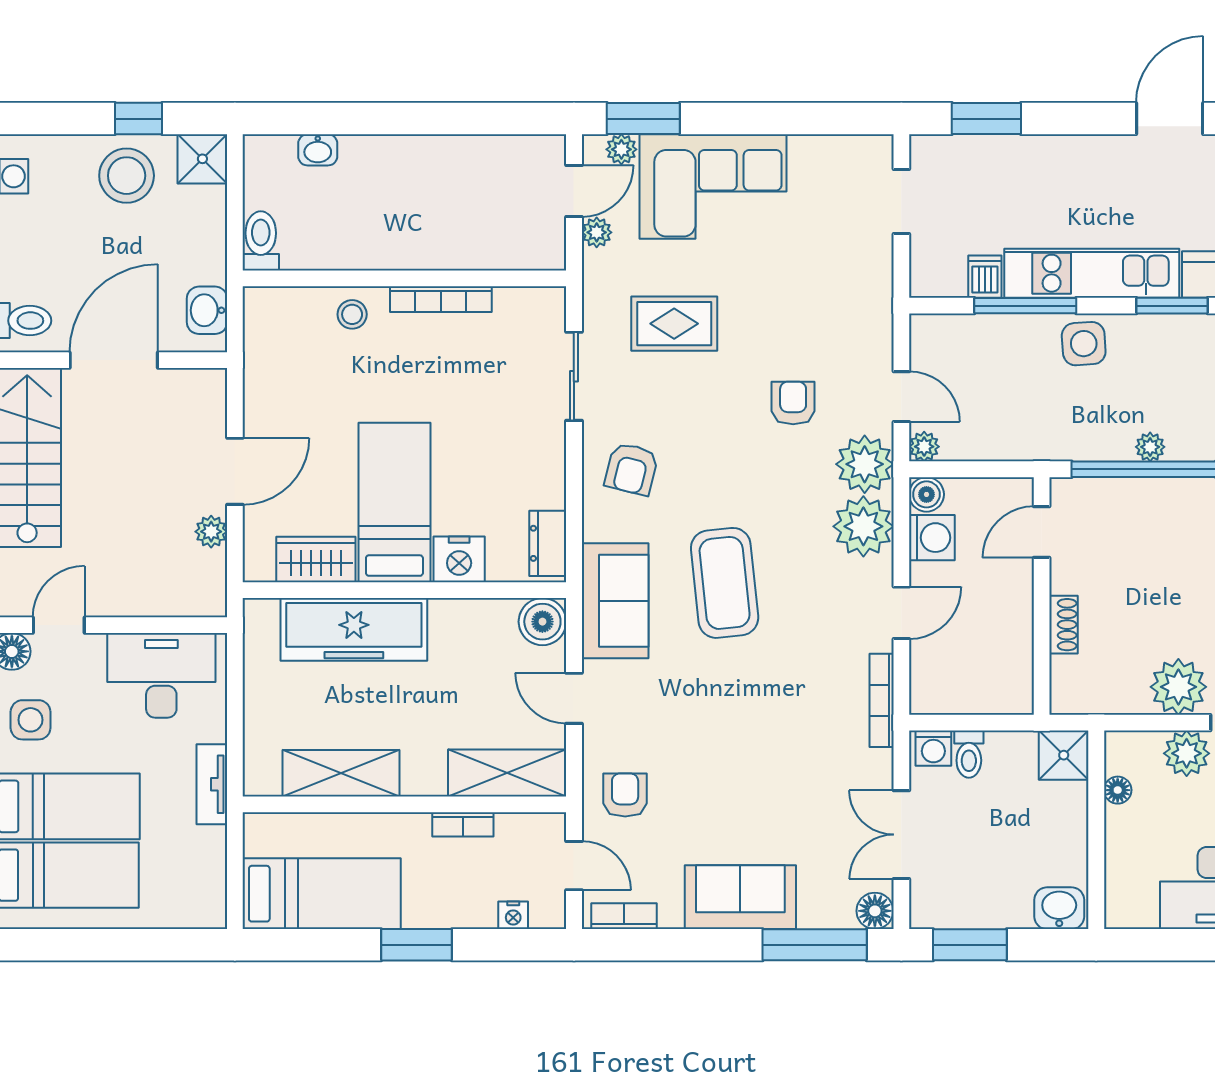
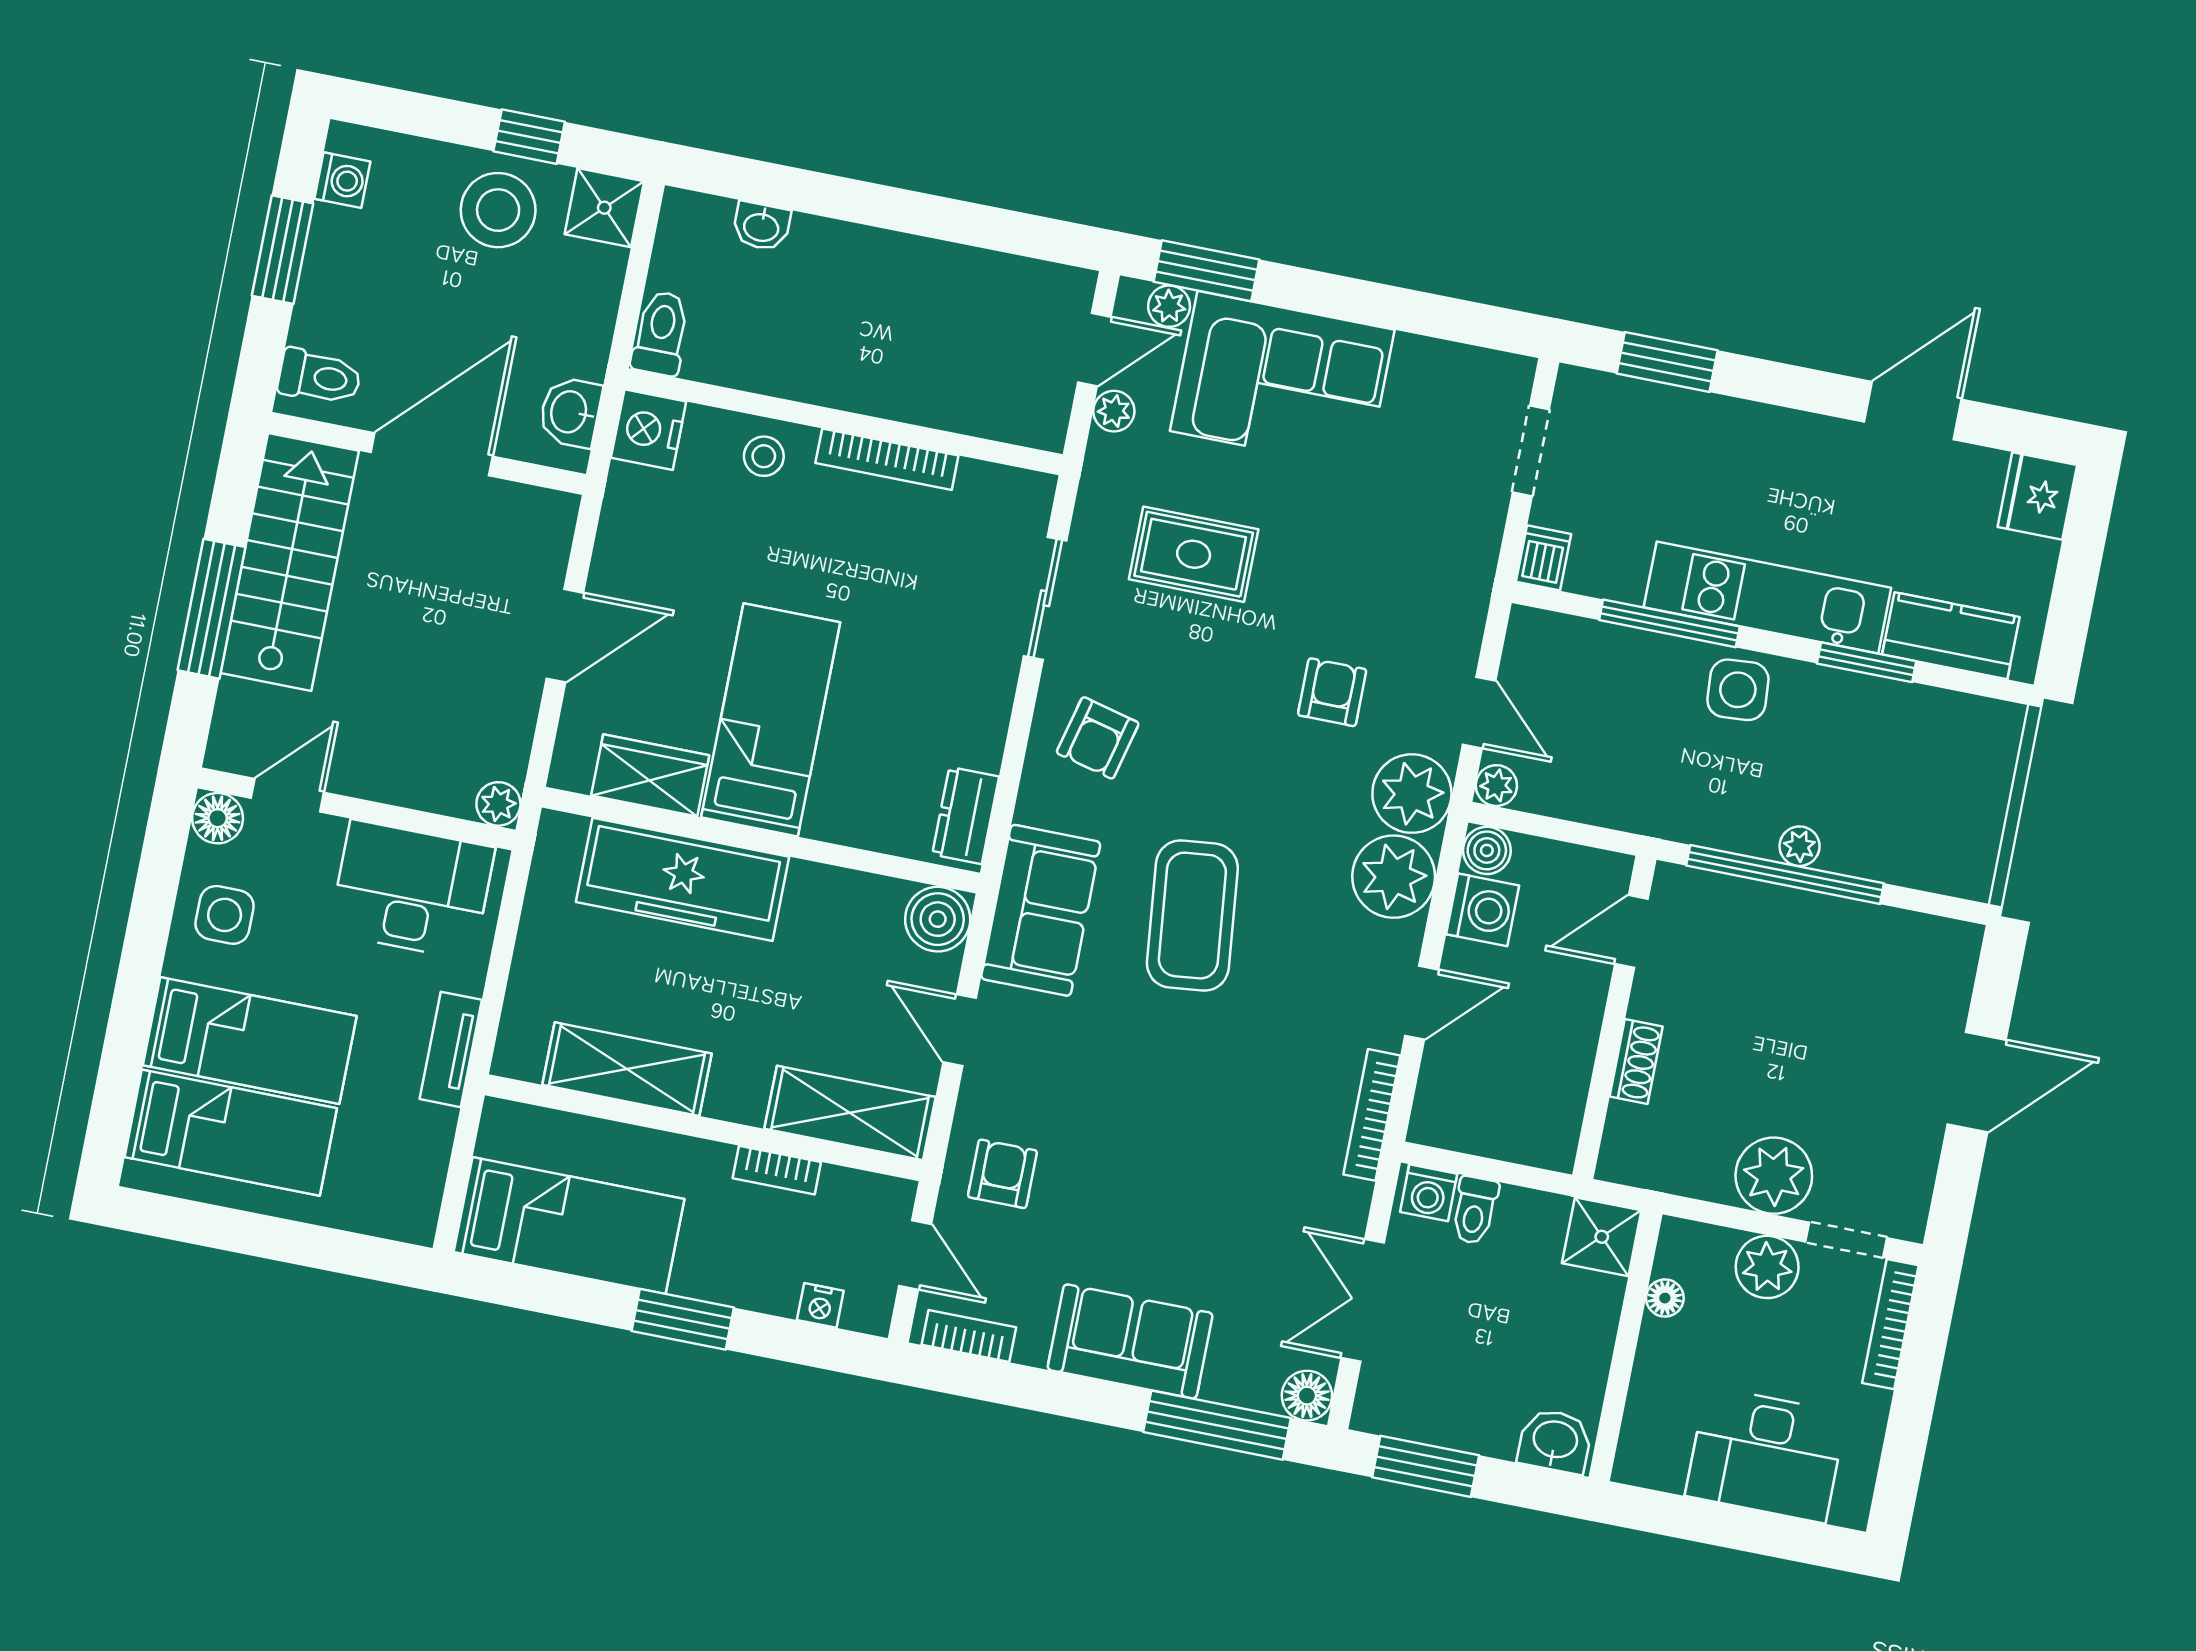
dishwasher: (985, 277) -> (1543, 558), moved
plant: (211, 532) -> (498, 804), moved
nightstand: (459, 559) -> (649, 430), moved, turned 90

